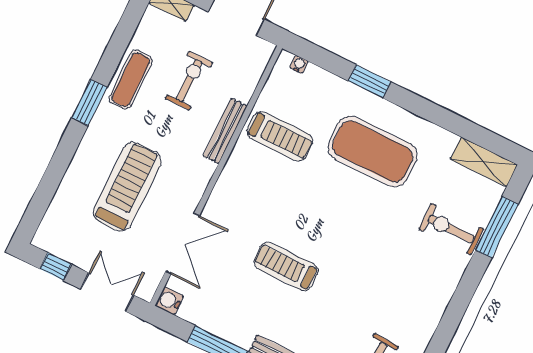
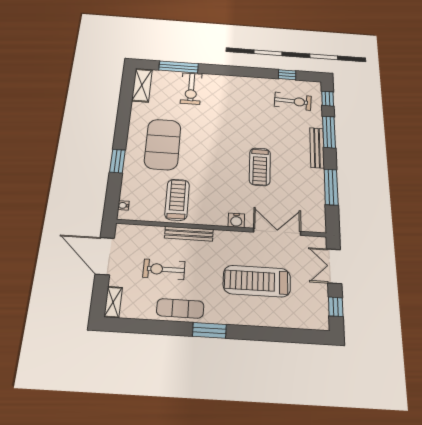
water cooler: (169, 301) -> (236, 220), moved

